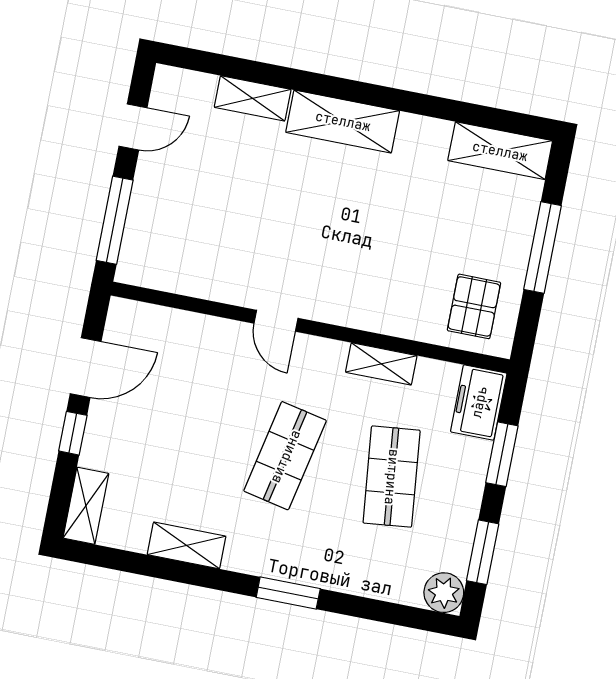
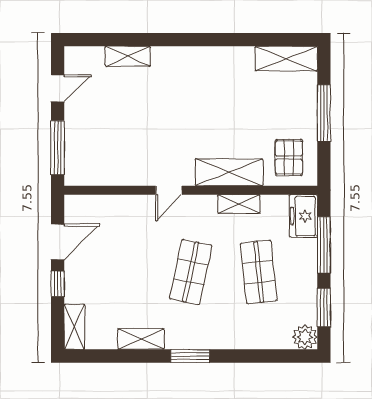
shelving: (343, 121) -> (229, 172), moved
door: (276, 321) -> (169, 190), hinge flipped
window: (502, 454) -> (324, 245), width x1.44
window: (288, 593) -> (190, 356), moved

